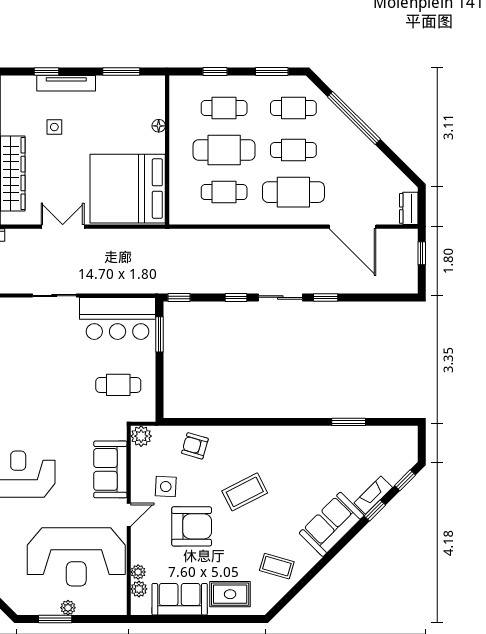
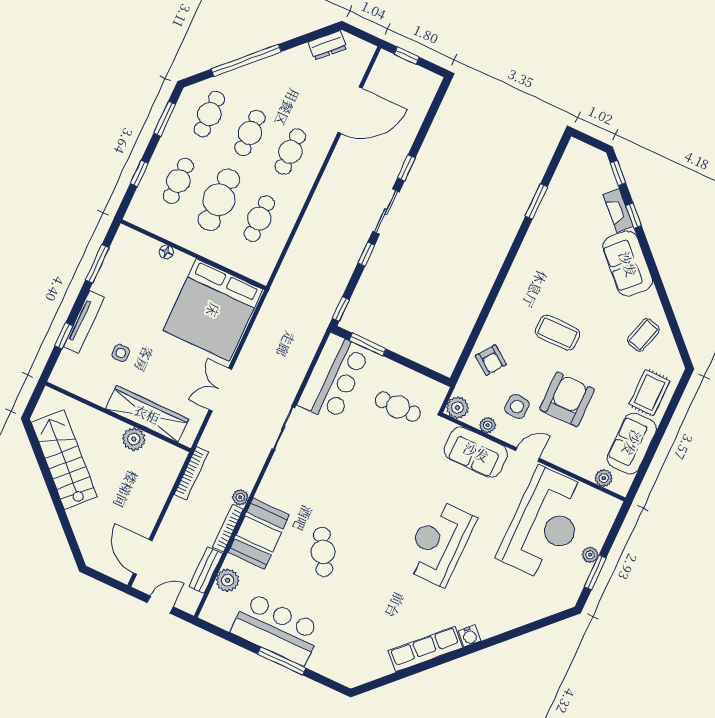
cafe table: (293, 192) -> (290, 152), width x0.73, depth x0.74
dresser: (409, 208) -> (328, 45), moved, turned -45
cafe table: (118, 385) -> (398, 407), turned 90
armchair: (195, 446) -> (491, 360), turned -70
coffee table: (245, 492) -> (558, 333), turned -63
door: (129, 515) -> (528, 455), hinge flipped
plant: (138, 572) -> (488, 425), moved

